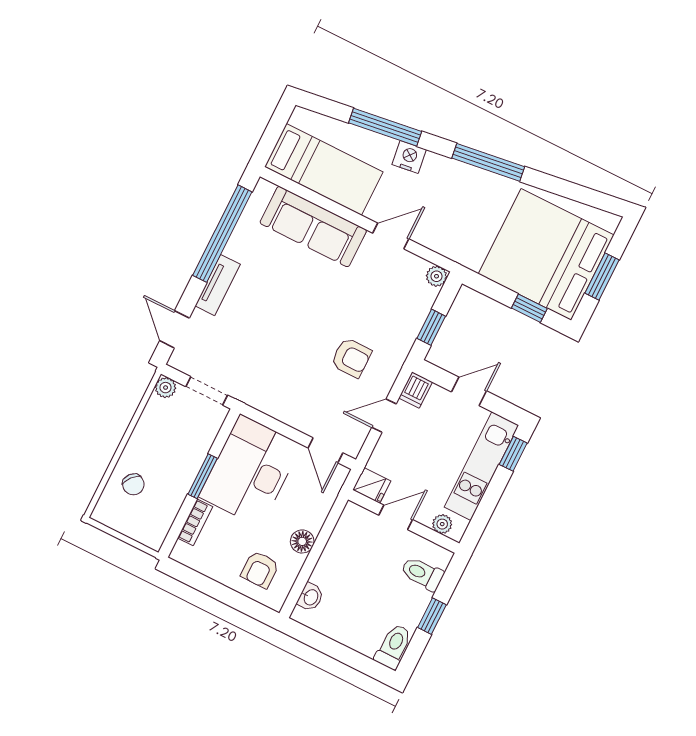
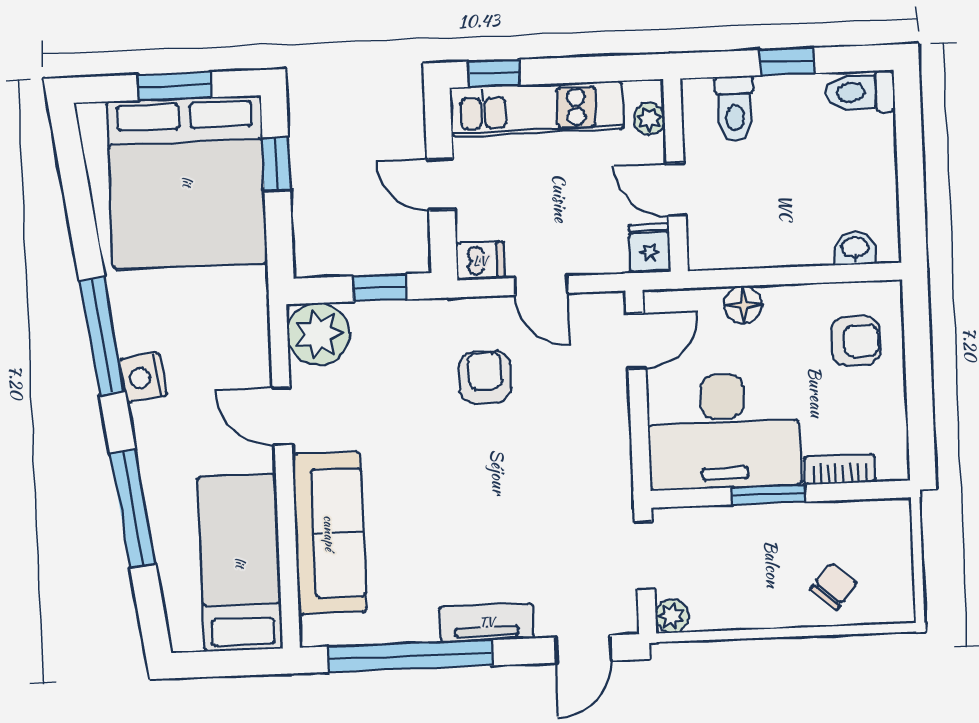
nightstand: (409, 157) -> (143, 377), moved
plant: (437, 276) -> (319, 334), width x1.87, depth x1.87
floor lamp: (302, 541) -> (743, 305), moved

